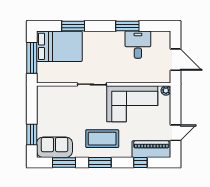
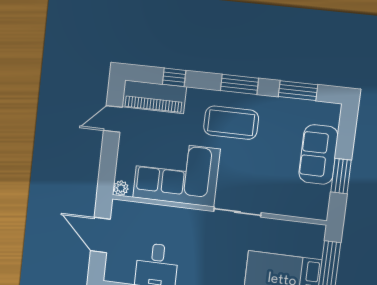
window: (32, 135) -> (341, 176), moved
sofa: (55, 147) -> (318, 154), moved, turned 90

